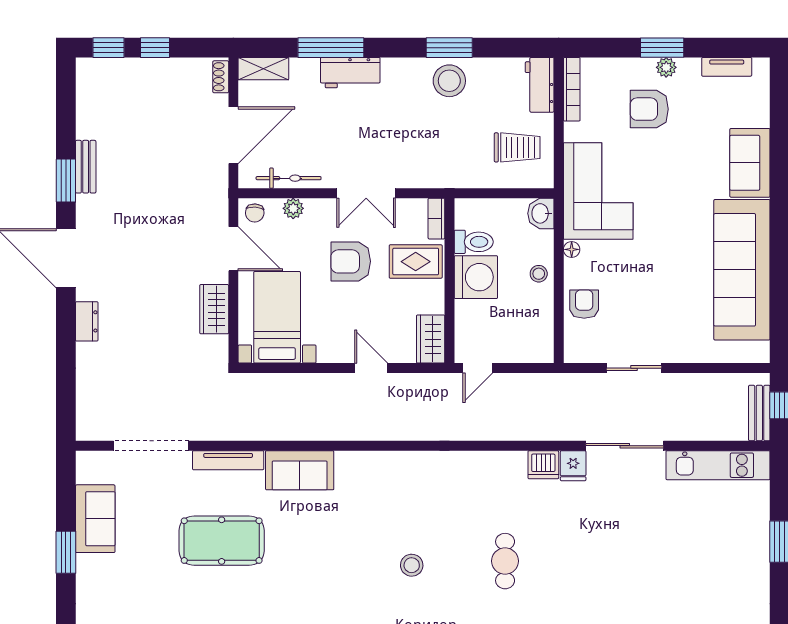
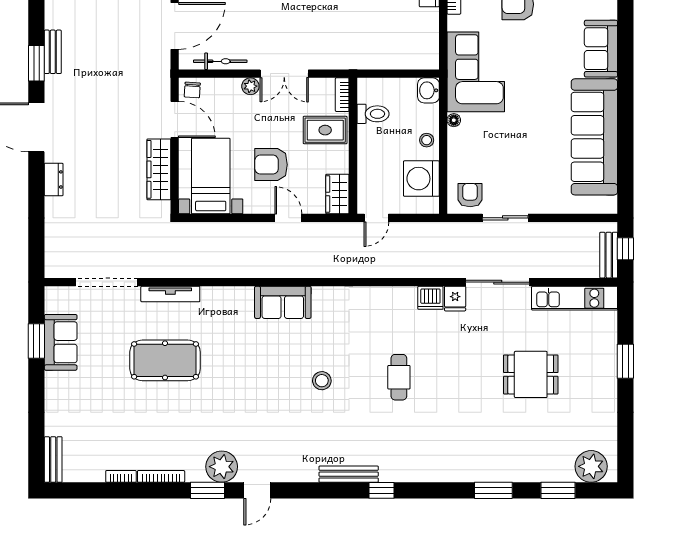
trolley: (517, 147) -> (409, 36), removed
plant: (293, 208) -> (250, 86), moved
armchair: (351, 261) -> (271, 165), moved
washing machine: (476, 277) -> (421, 179), moved, turned 180
armchair: (584, 304) -> (470, 195), moved
wardrobe: (214, 309) -> (159, 169), width x1.50
sofa: (300, 470) -> (283, 302), moved
window: (66, 552) -> (36, 341), moved
dining table: (665, 558) -> (531, 374), added

